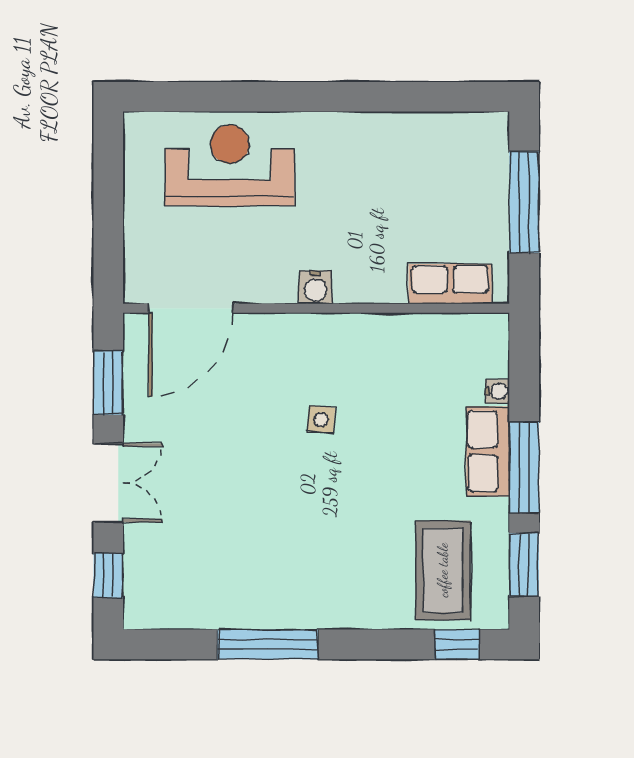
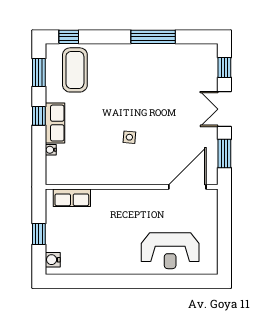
window: (524, 202) -> (39, 234), width x0.46
water cooler: (315, 287) -> (53, 260), moved, turned -90
window: (524, 467) -> (39, 116), width x0.46

